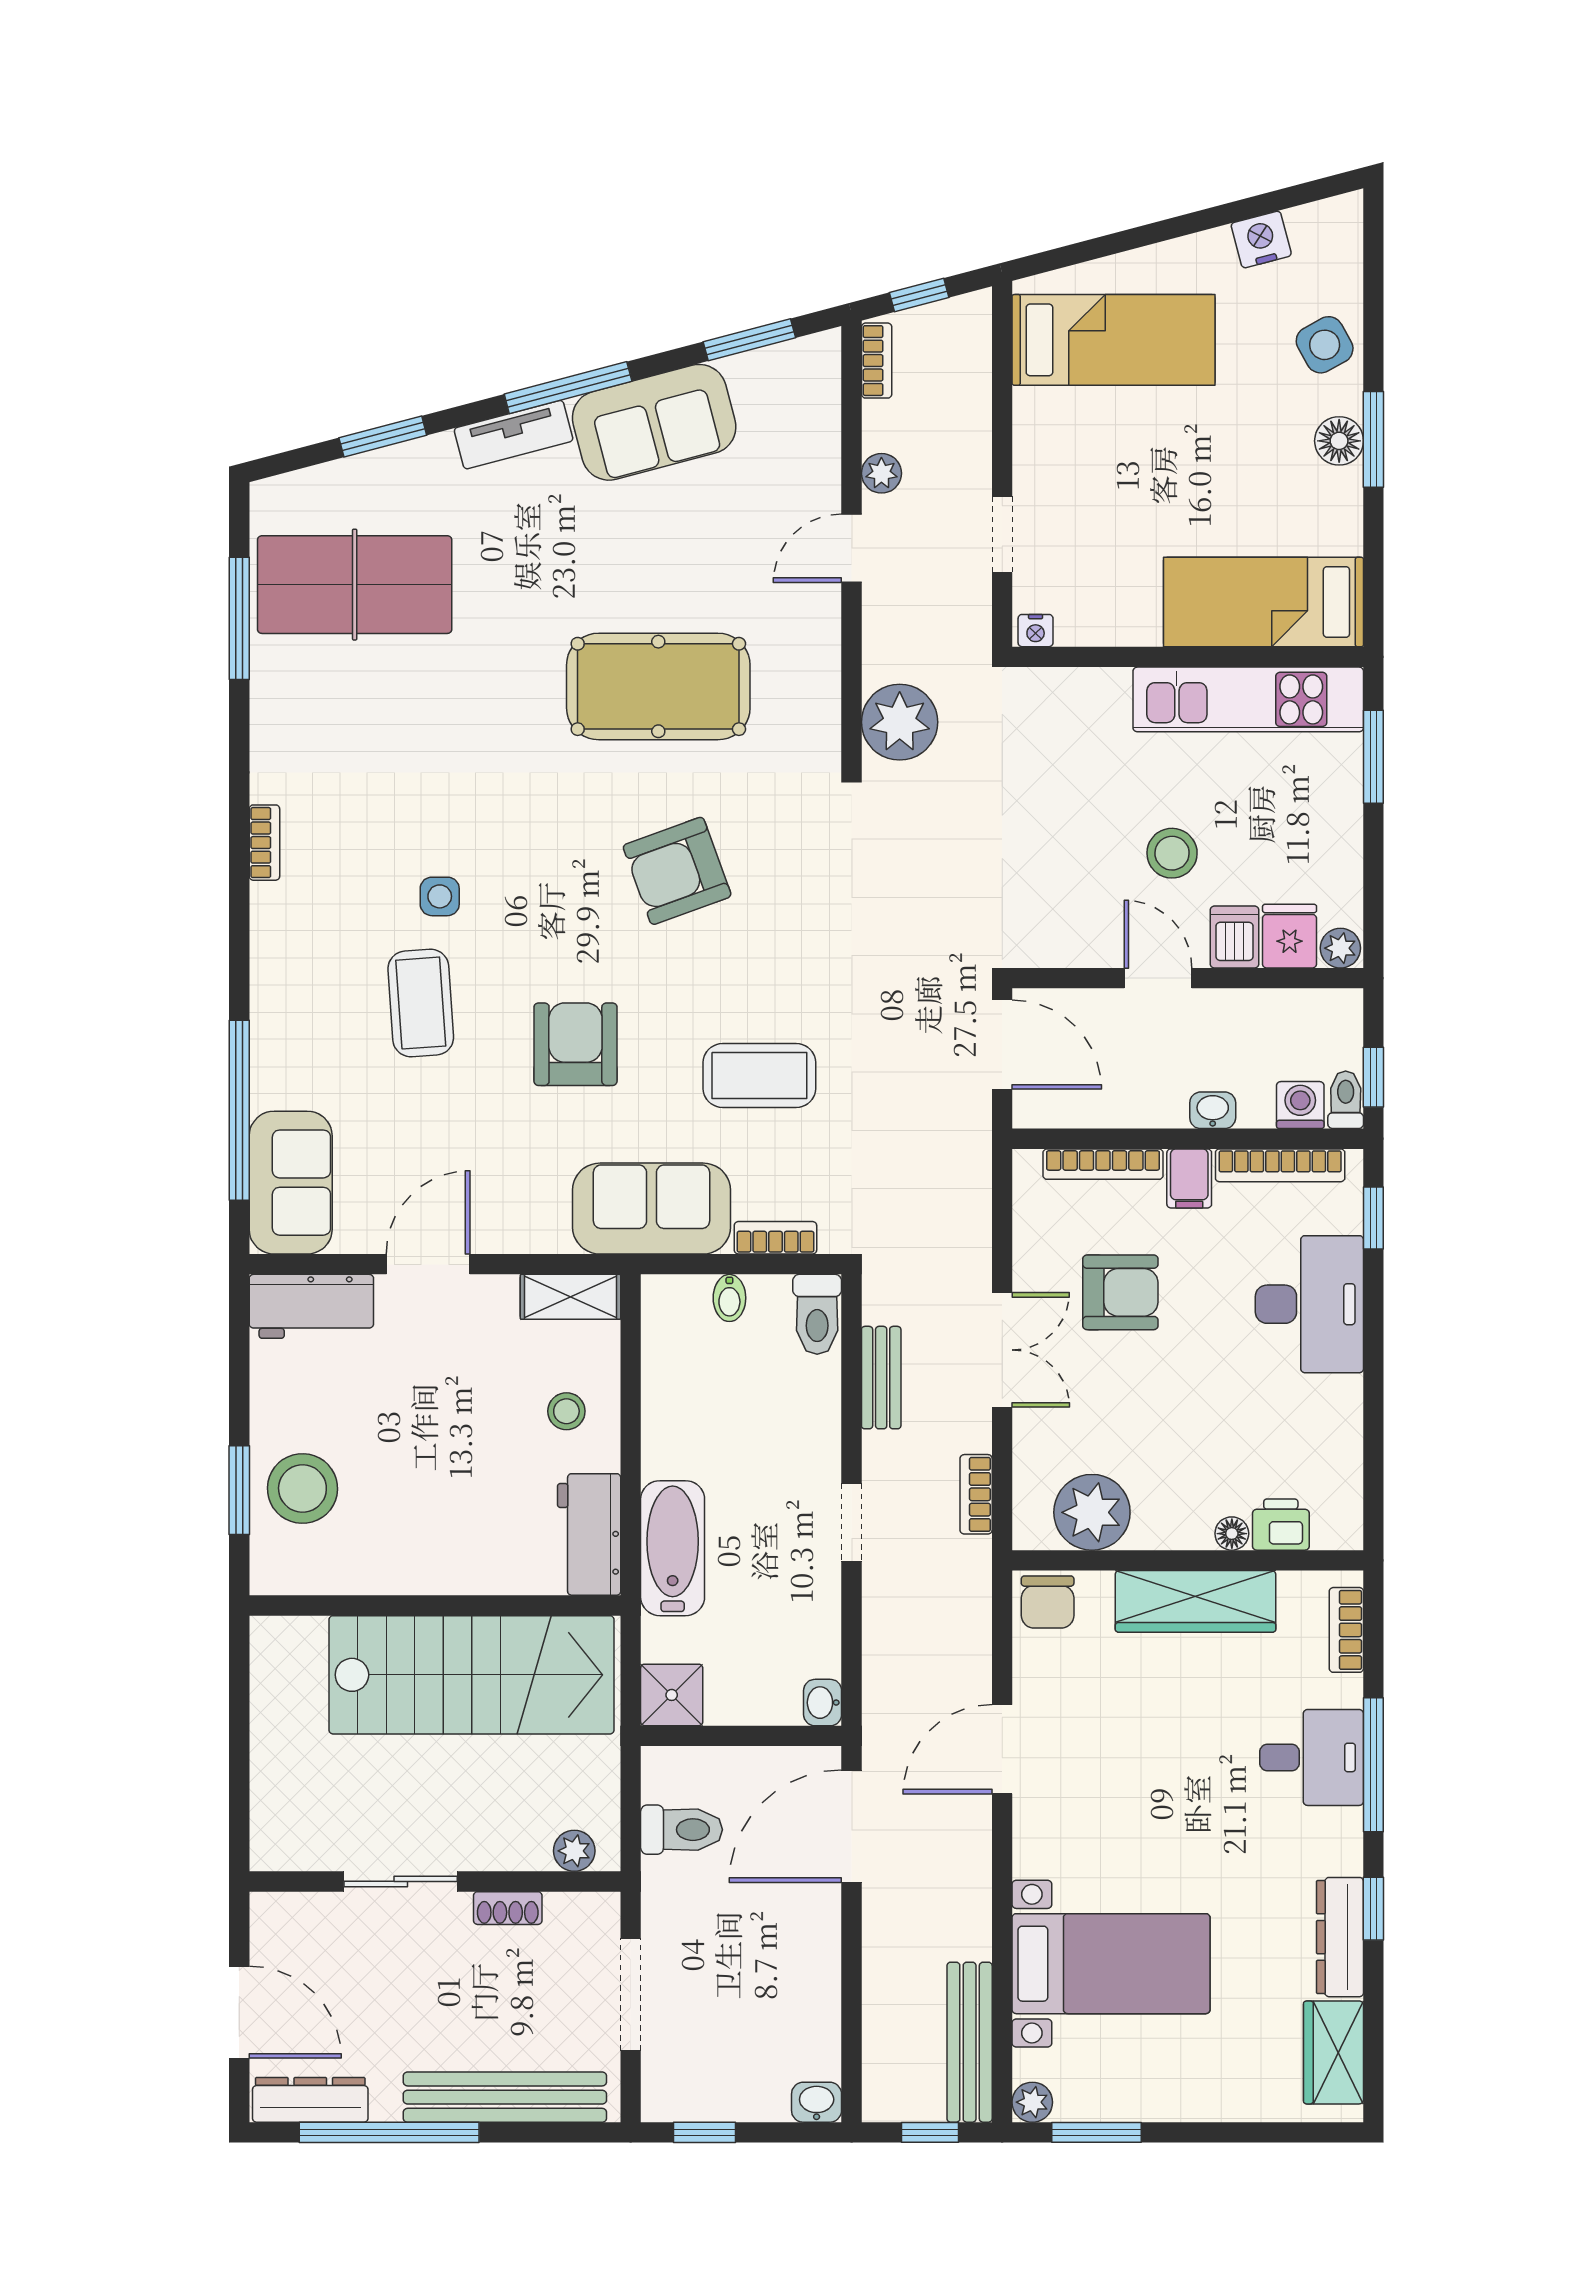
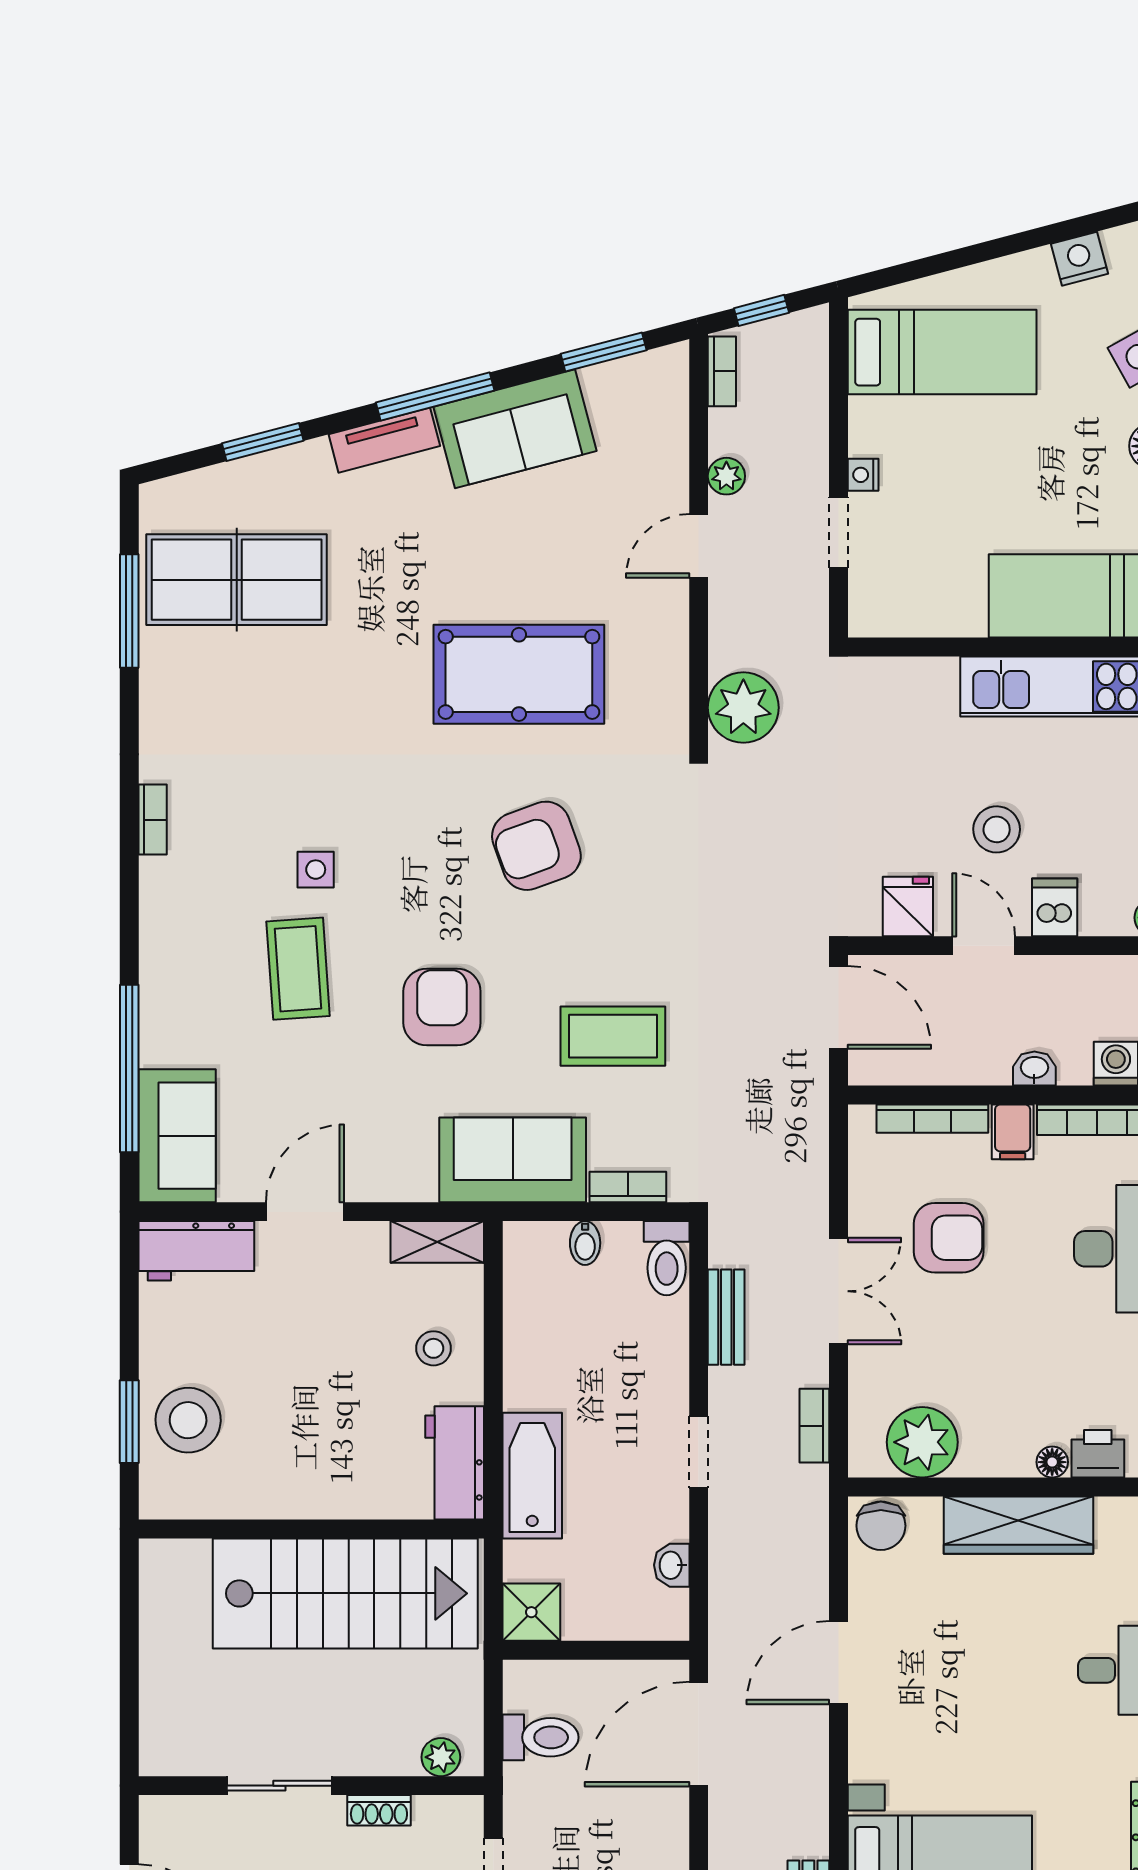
nightstand: (1036, 631) -> (863, 475), moved, turned 90
fridge: (1290, 936) -> (908, 906), moved
washbasin: (823, 1703) -> (672, 1565), moved

